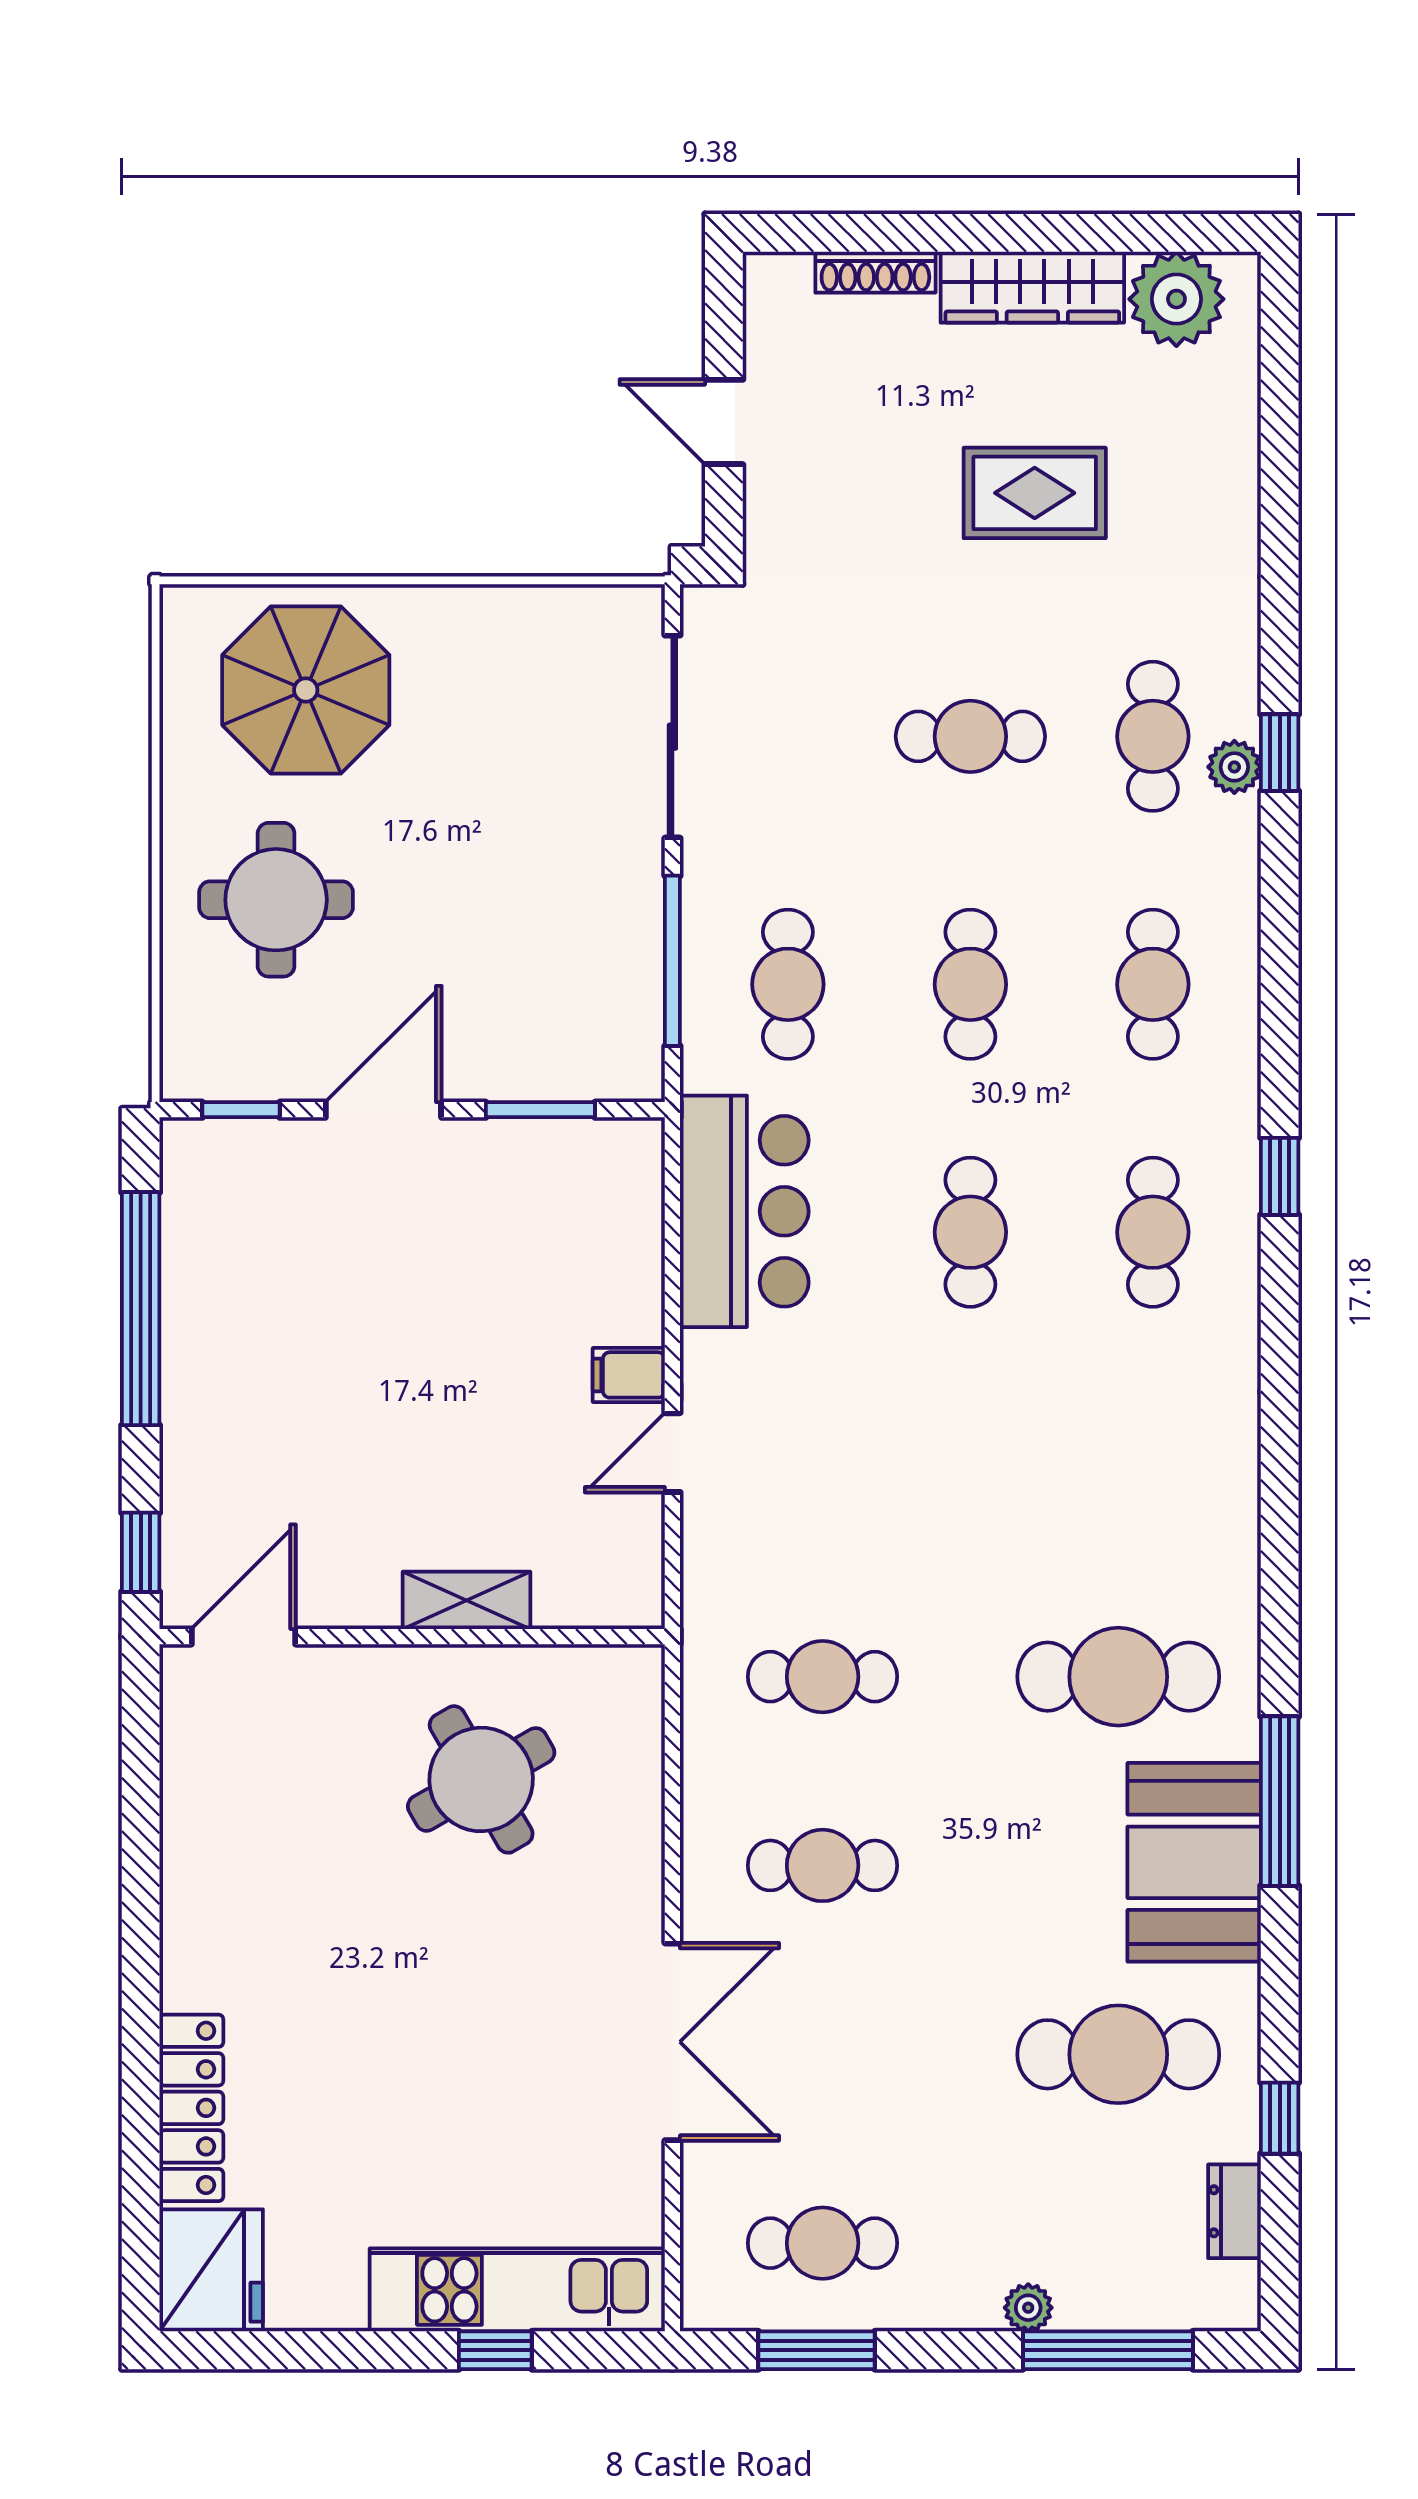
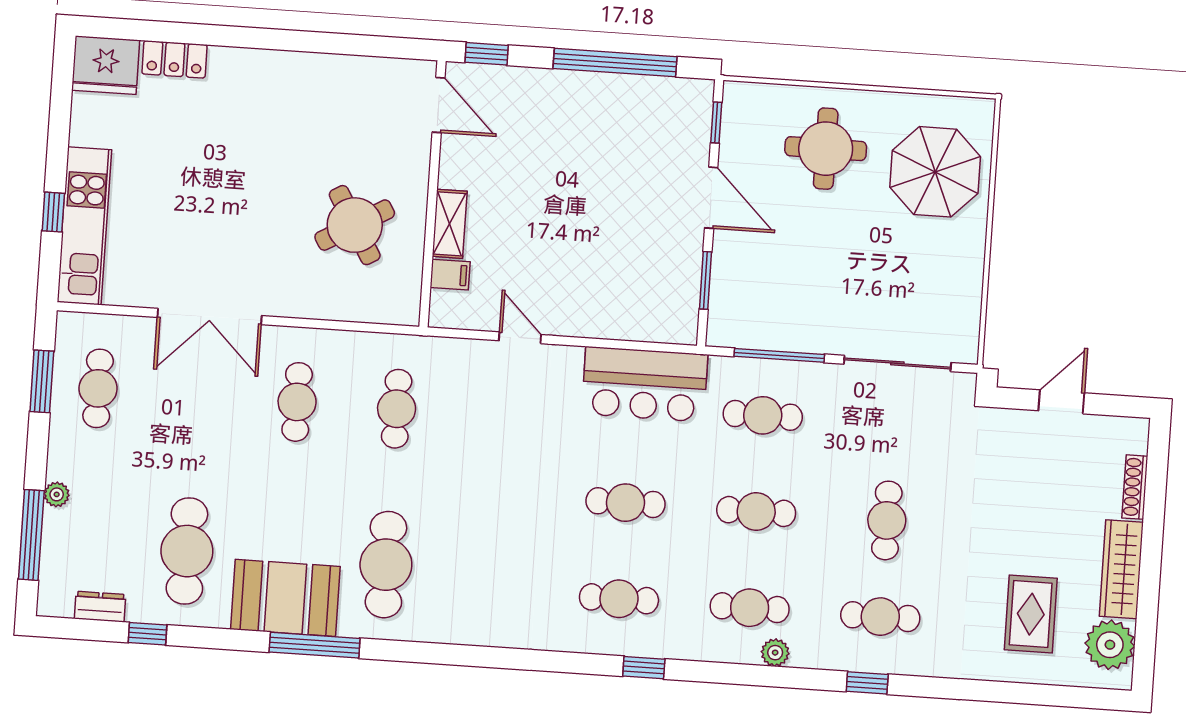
rug: (1035, 493) -> (1031, 614), moved
plant: (1234, 767) -> (775, 653), moved
filing cabinet: (629, 1375) -> (450, 275), moved, turned 90
locker: (191, 2108) -> (174, 59), width x0.66

